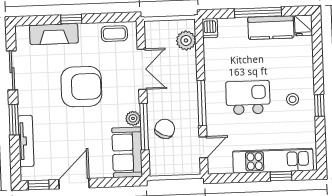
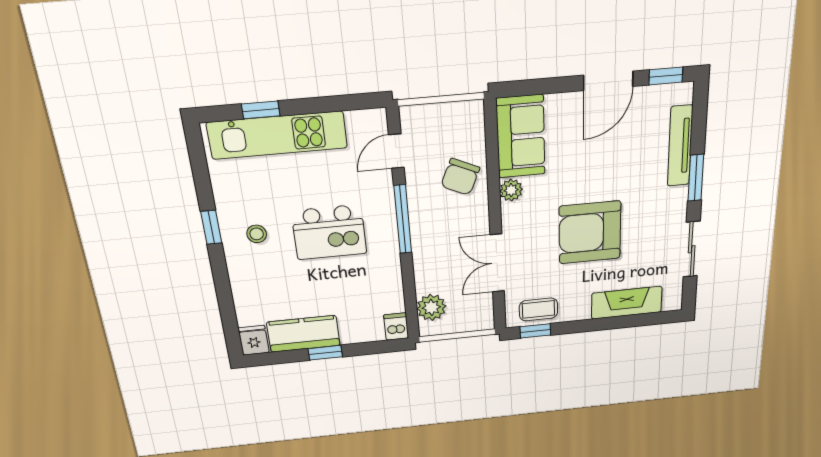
window: (258, 12) -> (325, 353), width x0.46
window: (71, 19) -> (535, 331), moved
window: (144, 127) -> (493, 178), removed

